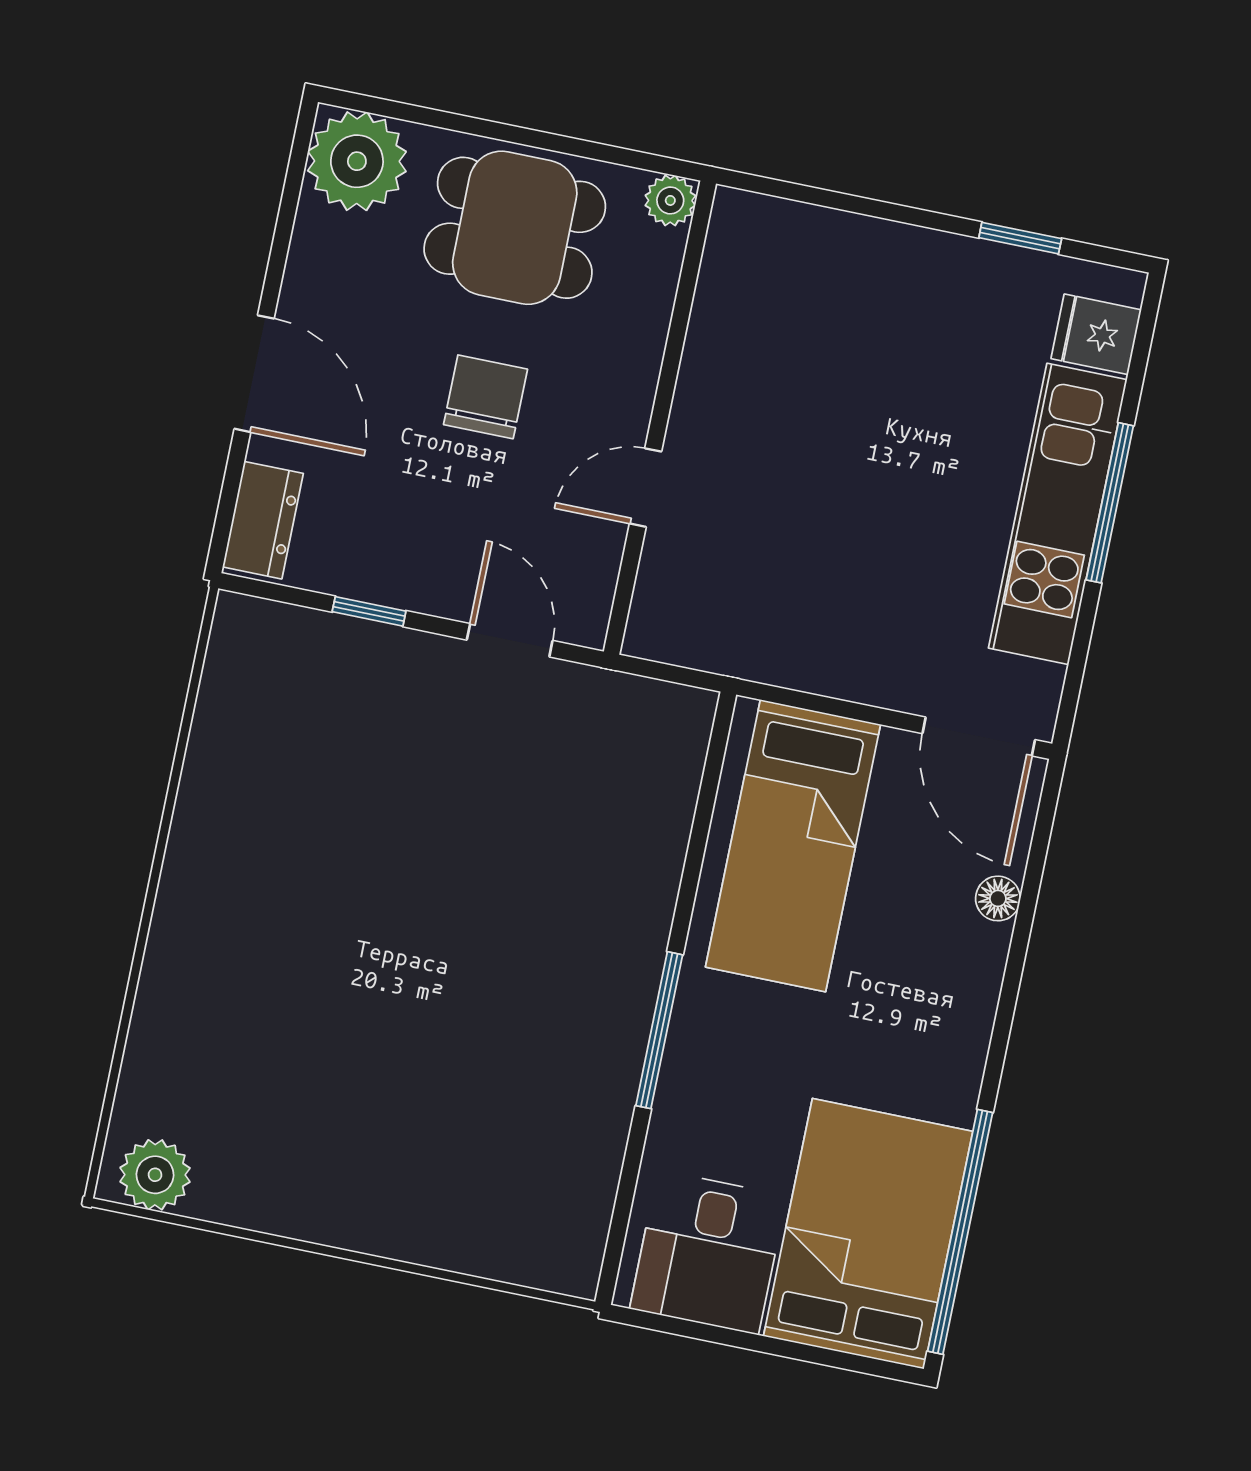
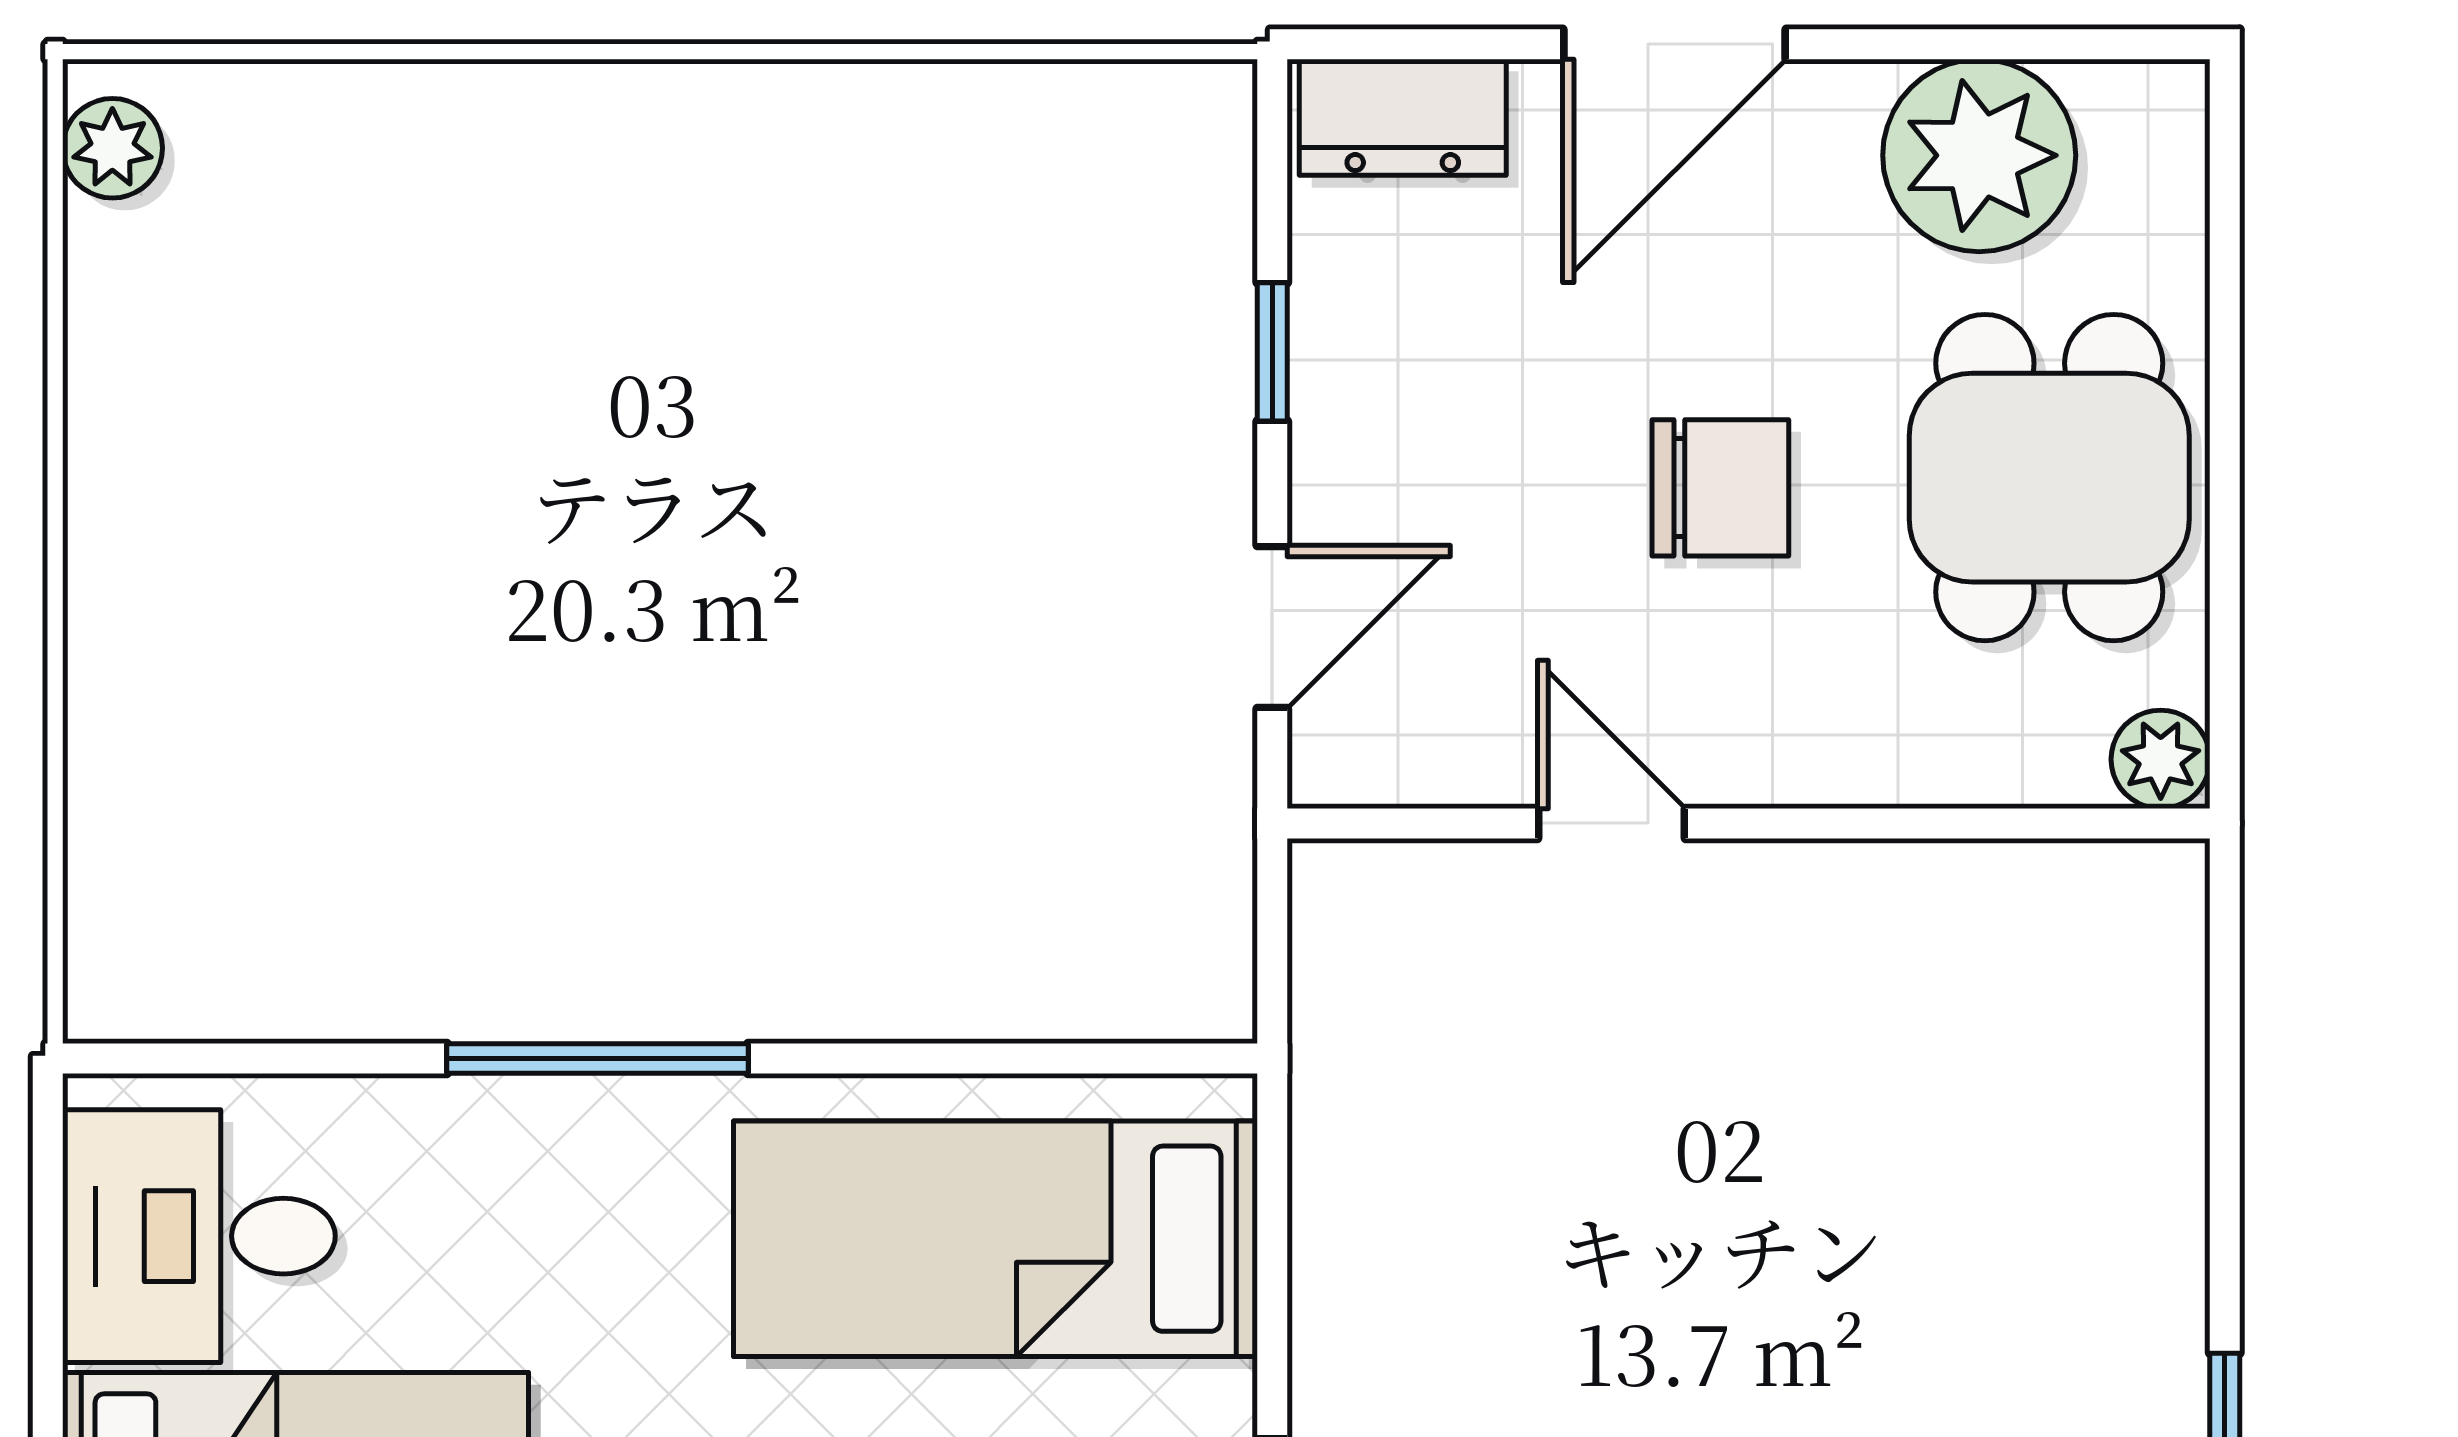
plant: (357, 161) -> (1979, 155), moved
plant: (155, 1175) -> (112, 148), width x0.73, depth x0.73

